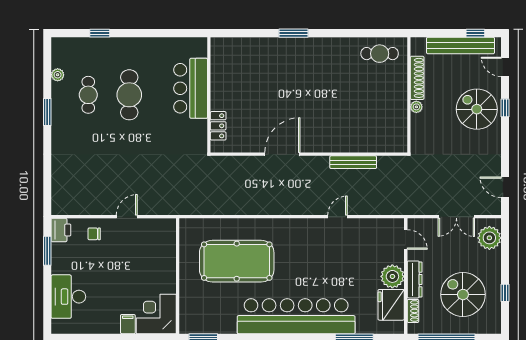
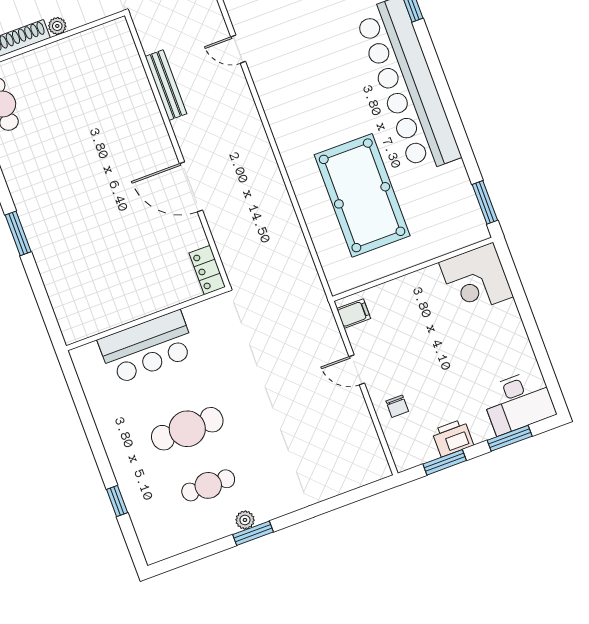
plant: (58, 75) -> (245, 520), moved
locker: (218, 126) -> (207, 270), moved, turned -90
door: (338, 217) -> (238, 49), moved
printer: (61, 230) -> (453, 438), moved
desk: (68, 297) -> (518, 402), moved
window: (47, 298) -> (510, 438), added
filing cabinet: (128, 324) -> (354, 314), moved, turned 180

